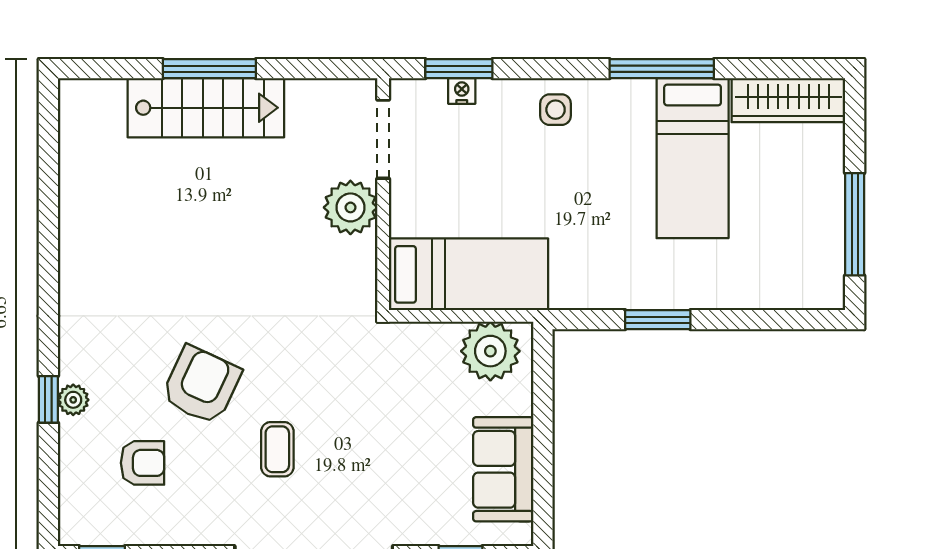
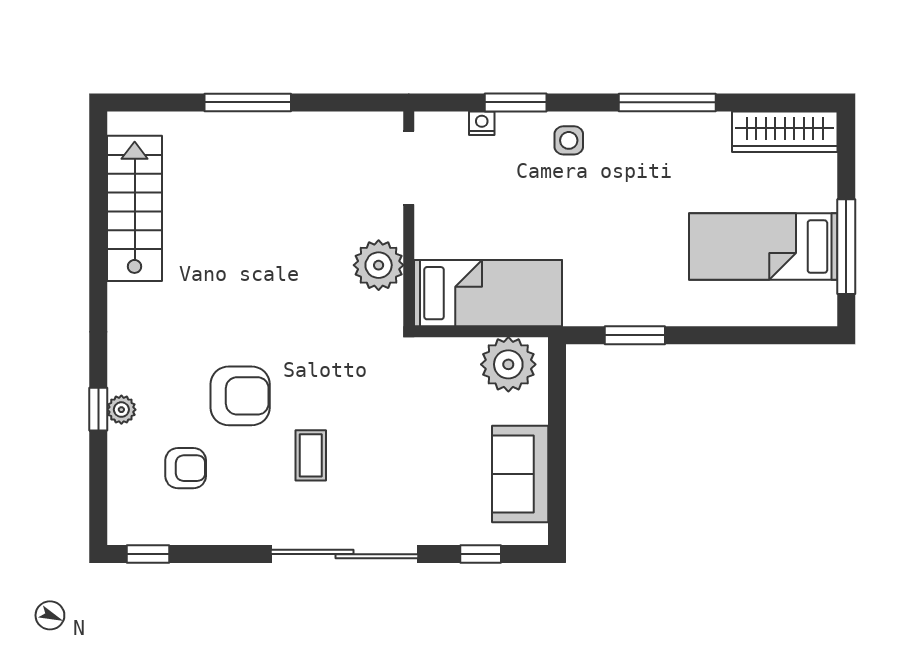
window: (459, 69) -> (516, 102), moved
stairs: (206, 108) -> (135, 208), moved, turned -90
bed: (693, 158) -> (763, 247), moved, turned 90
plant: (350, 207) -> (379, 265), moved
window: (658, 320) -> (635, 335), moved
armchair: (201, 385) -> (240, 396), turned 65

